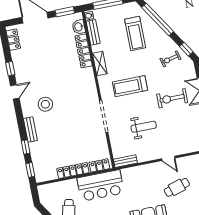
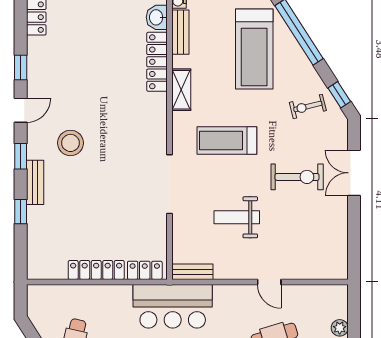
treadmill: (135, 34) -> (254, 49), width x1.37, depth x1.38
exercise bike: (172, 98) -> (297, 177), turned 180
weight bench: (144, 127) -> (237, 217), turned 180
window: (30, 170) -> (21, 156), moved
bar counter: (101, 185) -> (173, 306), moved

